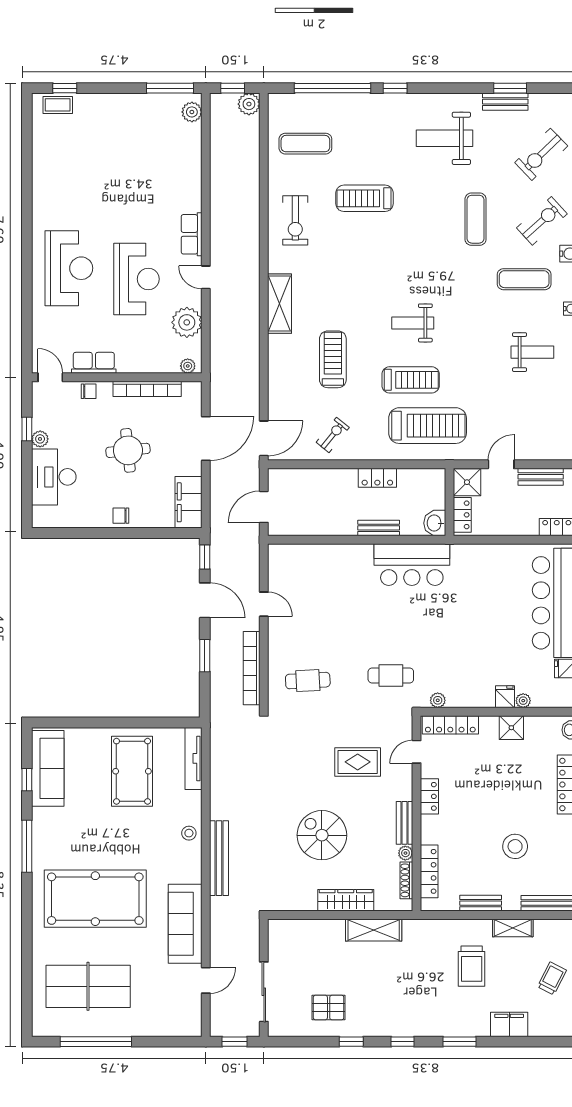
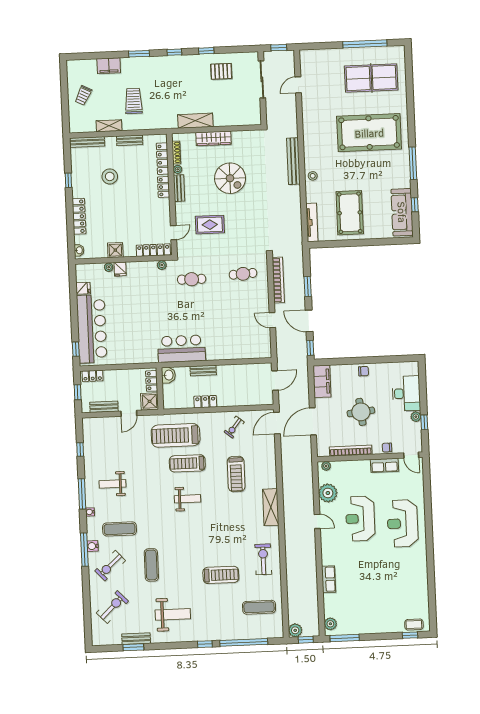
row of seats: (192, 234) -> (329, 579), moved
locker: (429, 796) -> (164, 187), moved
sofa: (185, 924) -> (313, 119), removed

